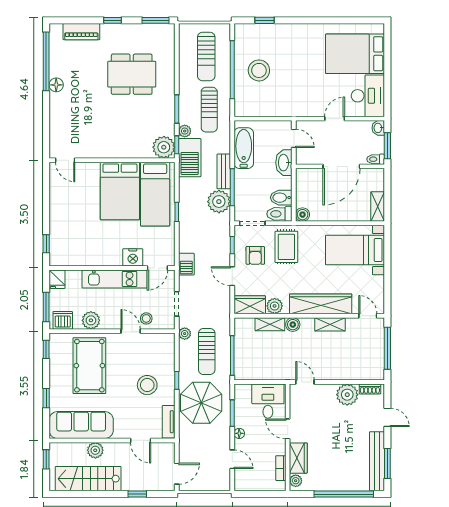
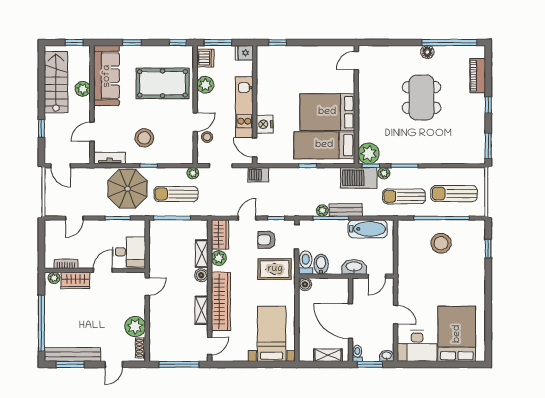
dining table: (132, 74) -> (422, 97), moved
plant: (219, 202) -> (322, 210), width x0.53, depth x0.53
shelving: (378, 207) -> (328, 355), moved
floor lamp: (239, 433) -> (99, 225), removed

